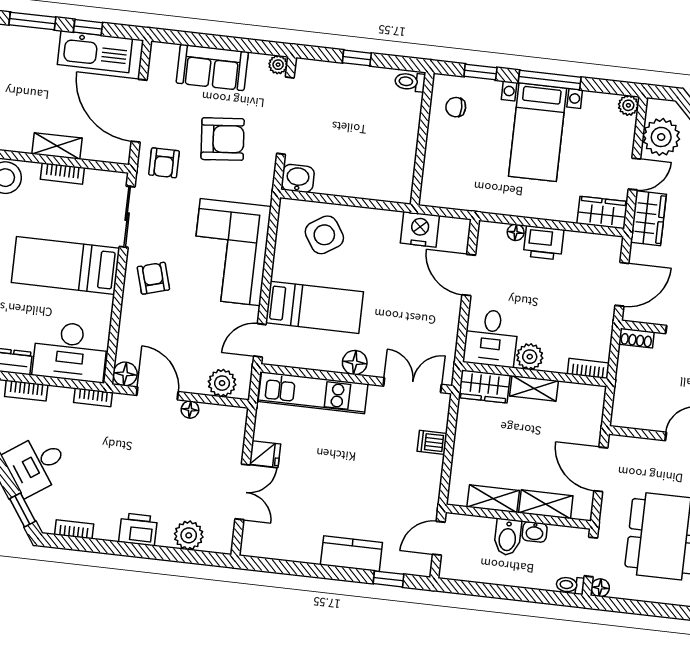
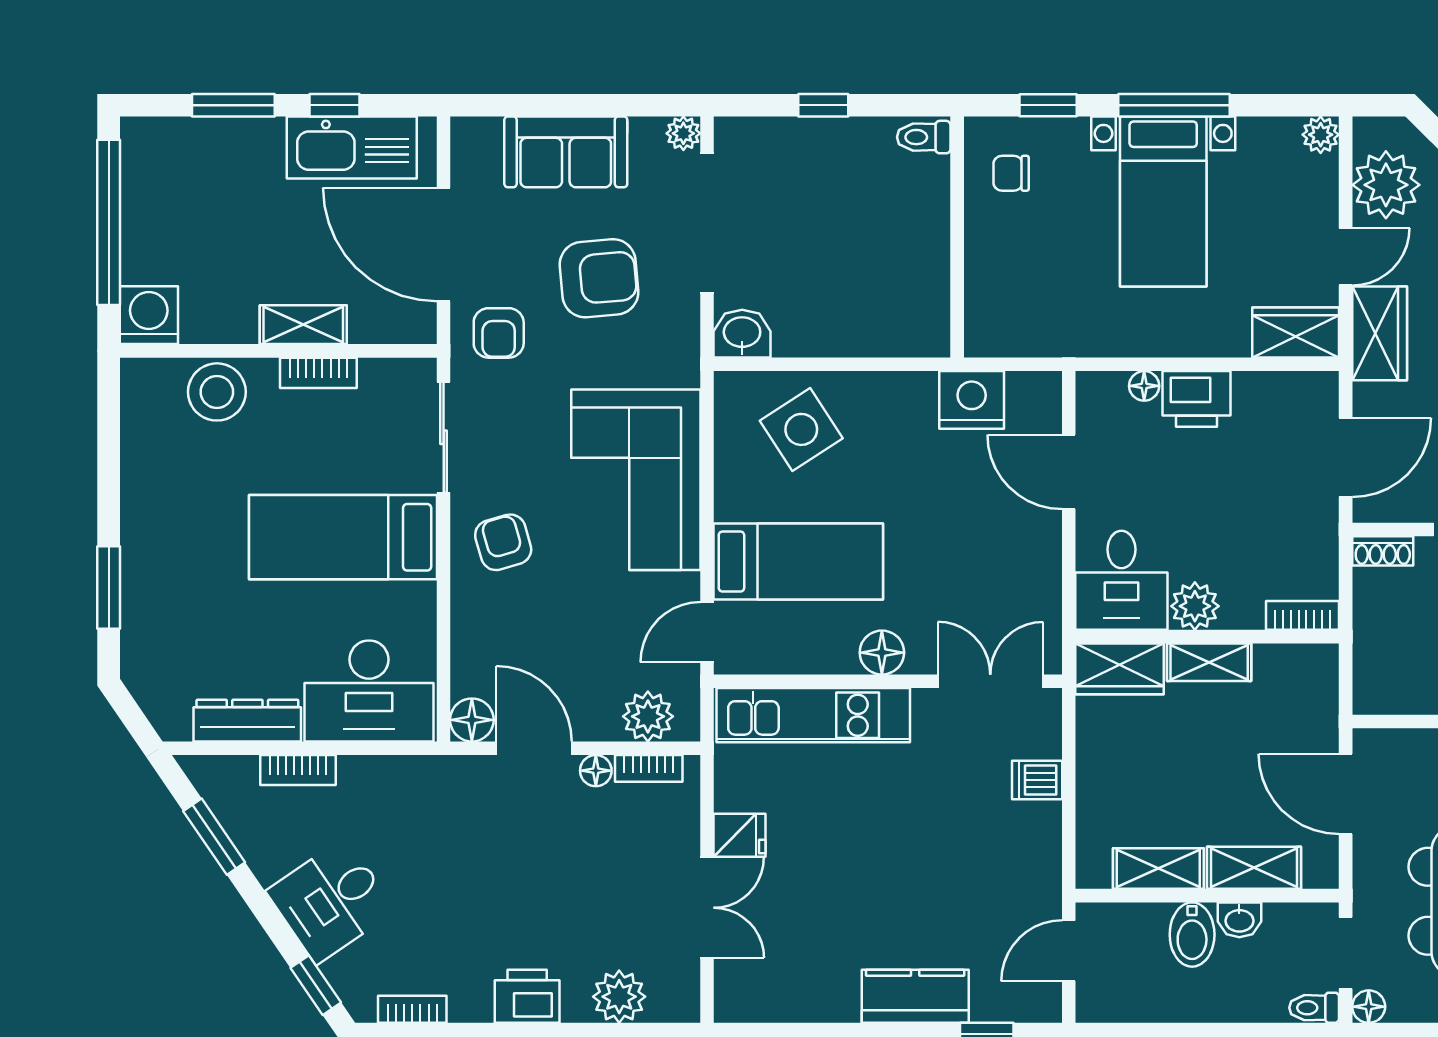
bookcase: (93, 397) -> (649, 768), moved

